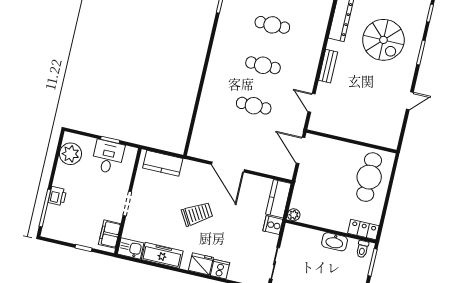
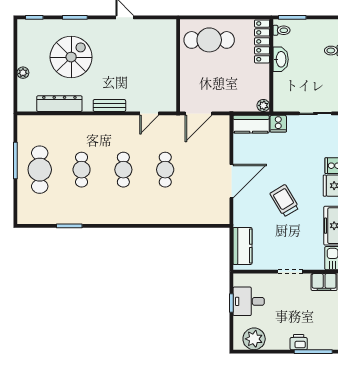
locker: (363, 230) -> (262, 41), width x1.53

